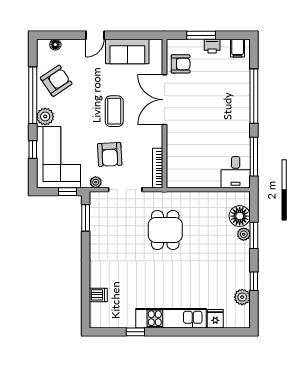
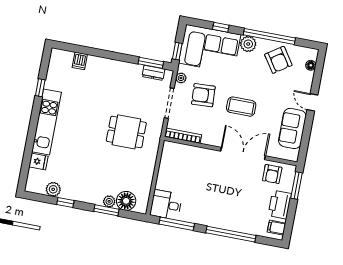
window: (201, 35) -> (297, 185), moved
printer: (212, 46) -> (280, 205), width x1.87, depth x1.48
dresser: (96, 213) -> (153, 73), added

